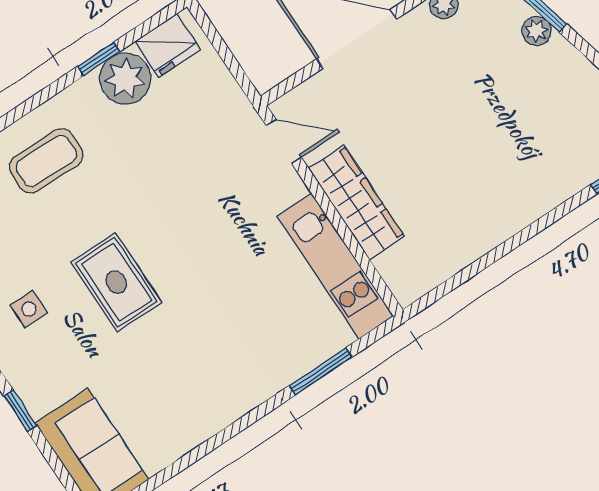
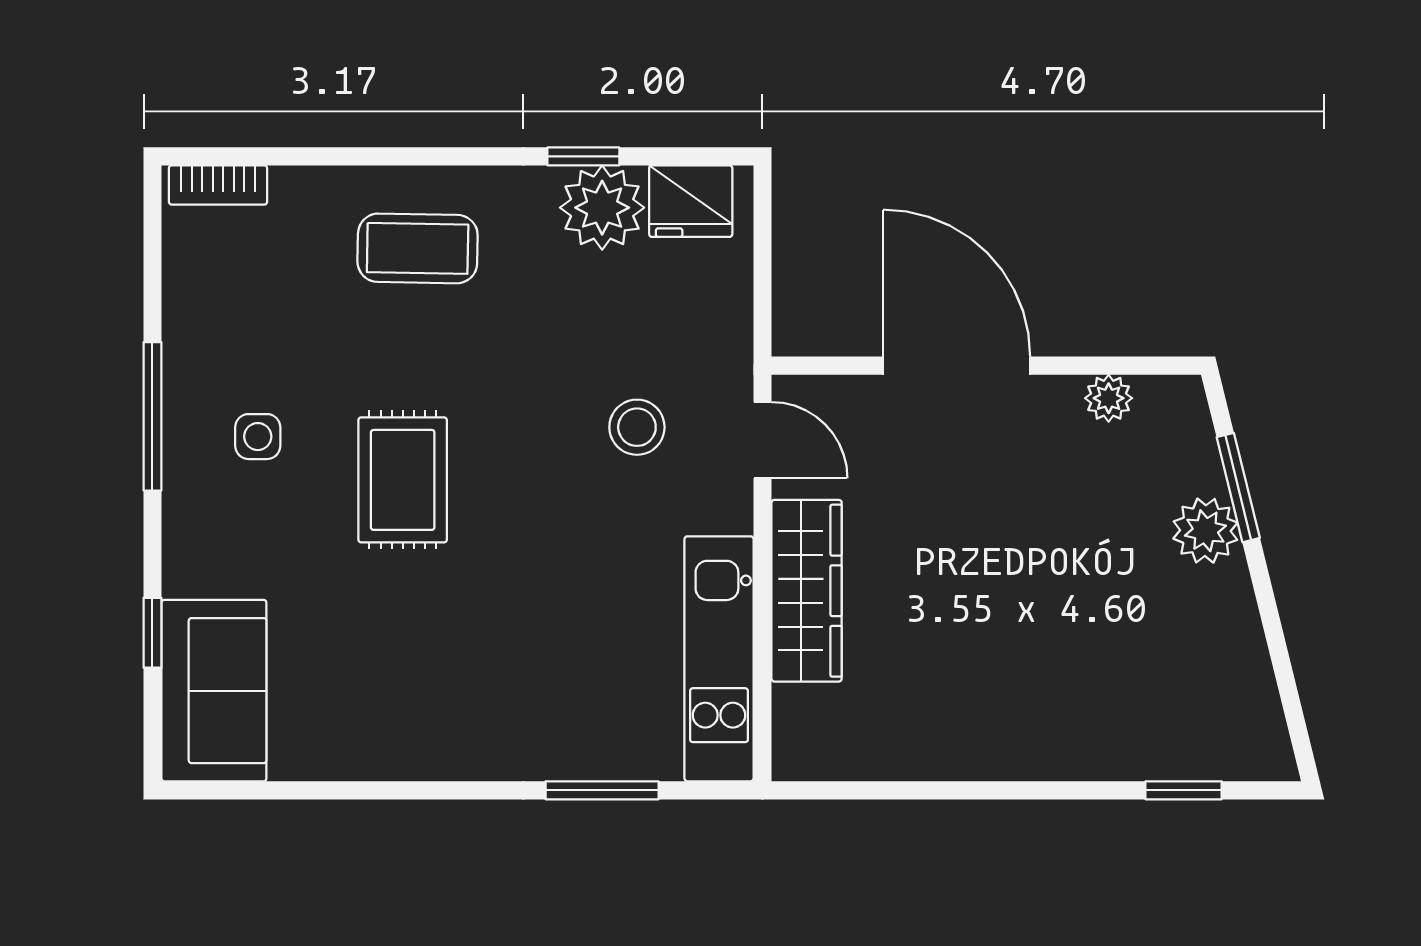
plant: (537, 31) -> (1205, 531), width x1.38, depth x1.38
stool: (216, 177) -> (637, 427), added
window: (20, 411) -> (152, 633), moved

